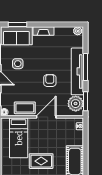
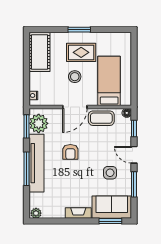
stool: (46, 141) -> (75, 77), added

